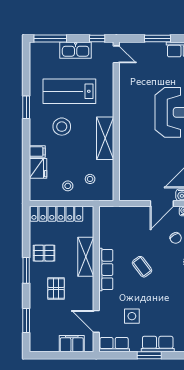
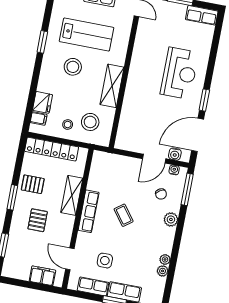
lab bench: (69, 91) -> (87, 35), turned 180
filing cabinet: (37, 152) -> (39, 118), moved
stool: (90, 179) -> (90, 122), width x1.89, depth x1.89
row of seats: (114, 345) -> (93, 286), moved

